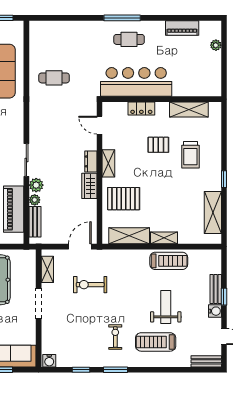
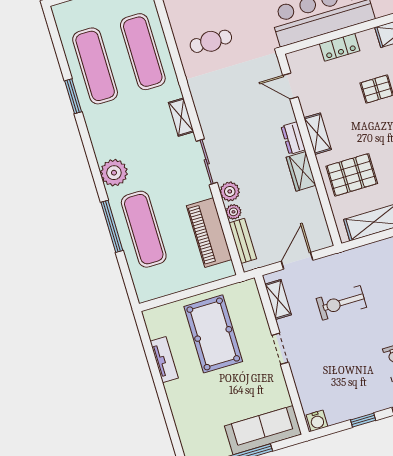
shelving: (18, 124) -> (181, 117), added
door: (80, 247) -> (297, 261), moved
doorway: (39, 304) -> (280, 349), width x0.73

